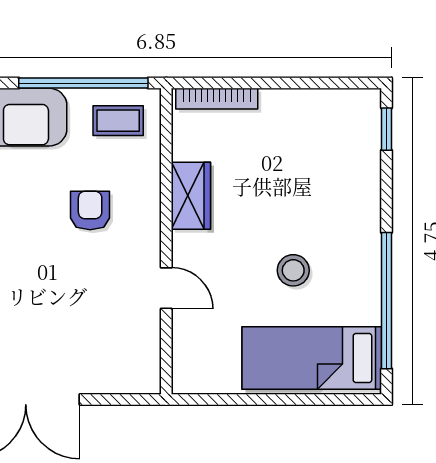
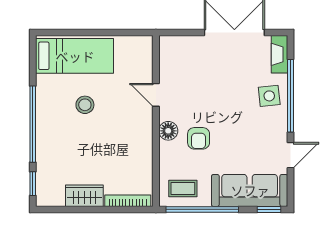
wardrobe: (191, 196) -> (84, 196), moved, turned 90
floor lamp: (144, 224) -> (168, 131), added
window: (386, 301) -> (33, 124), moved

